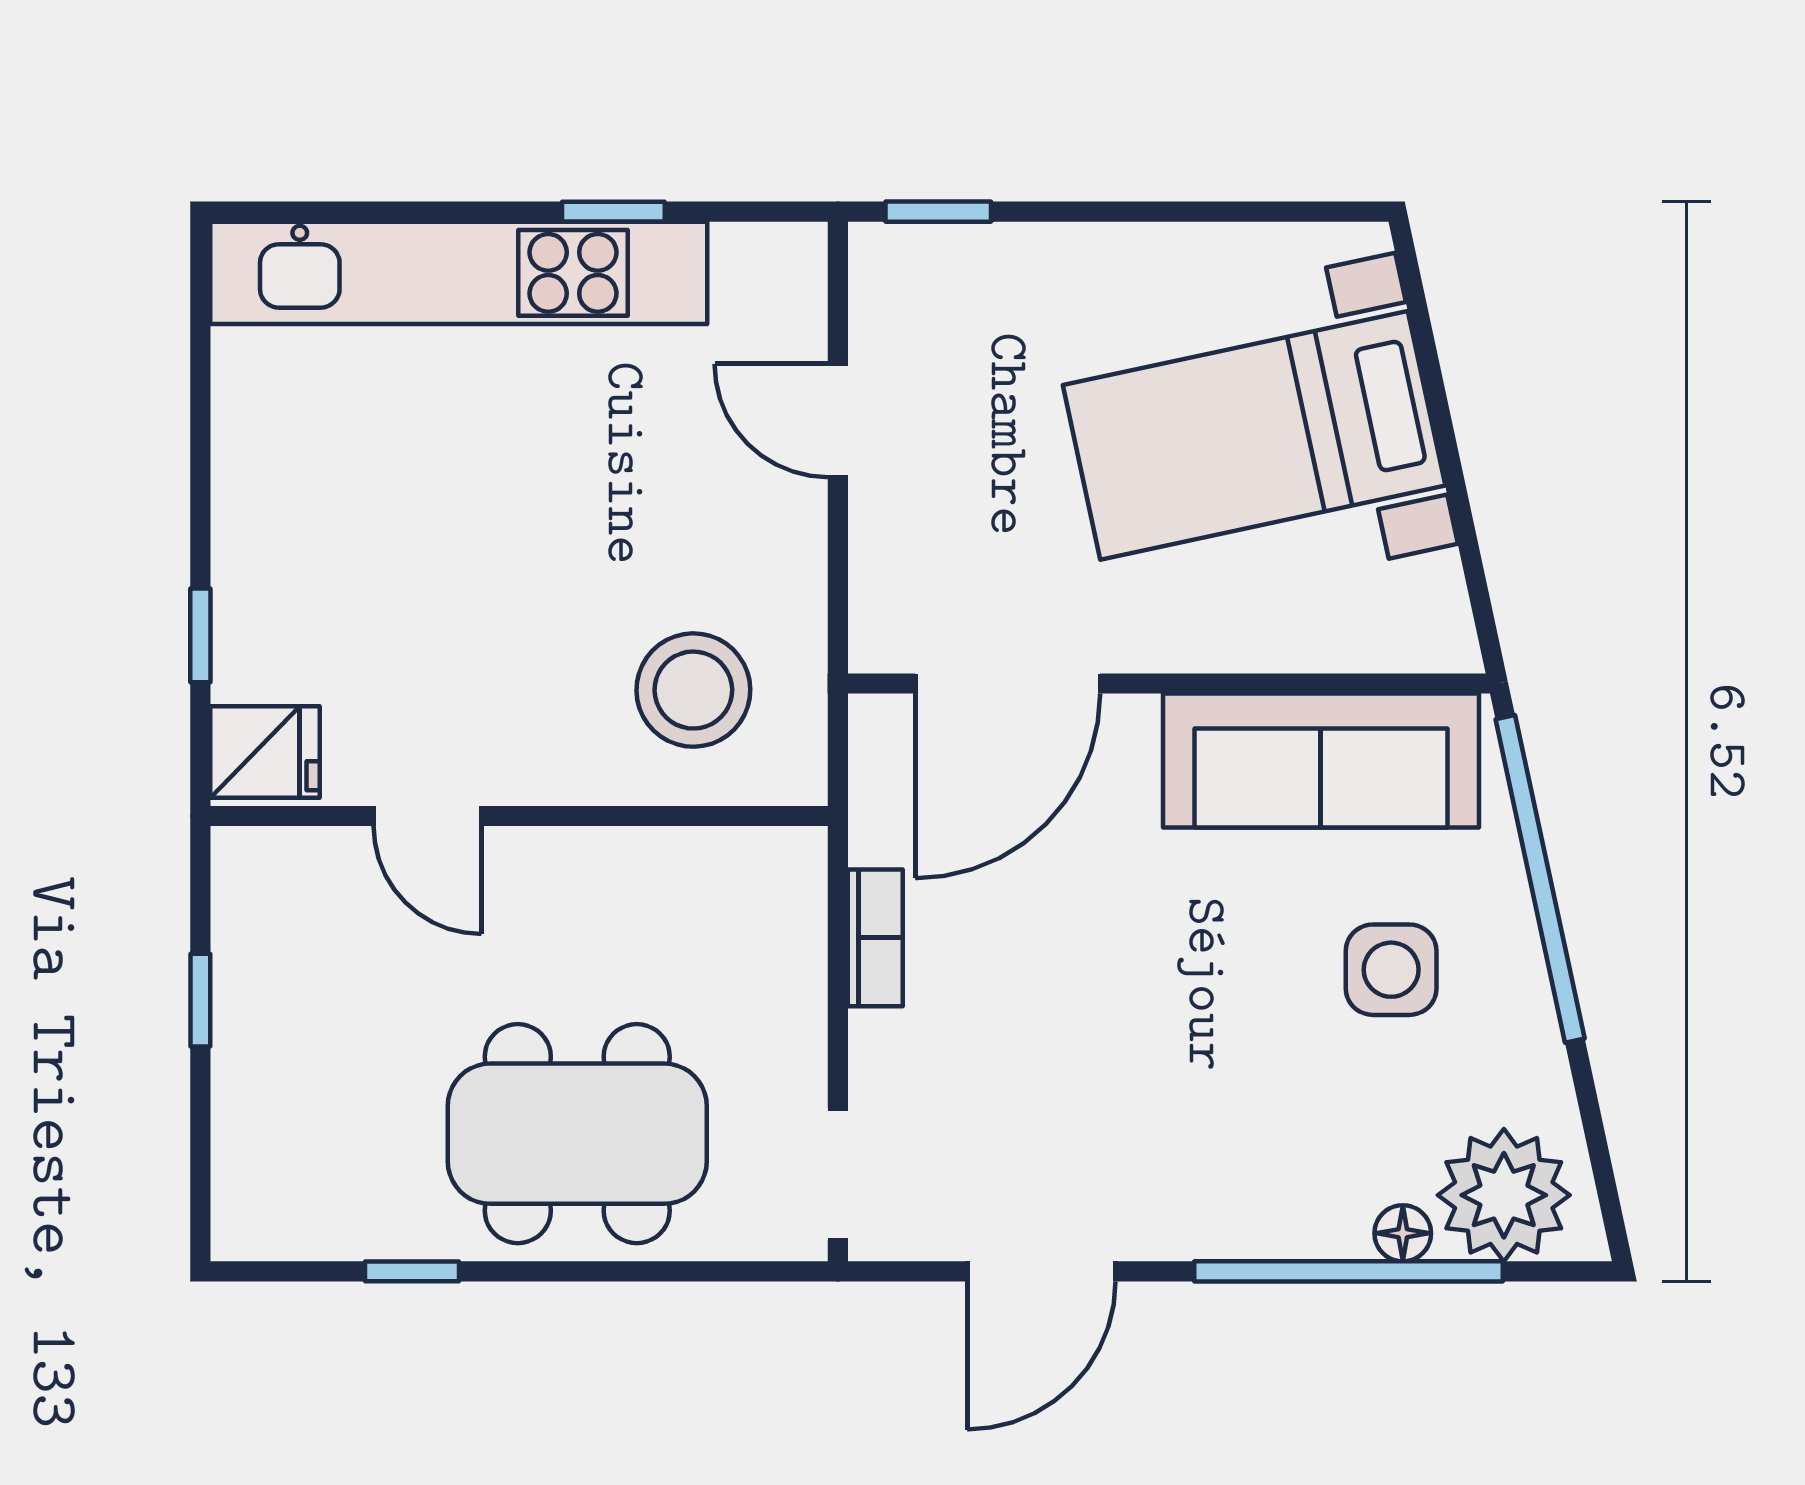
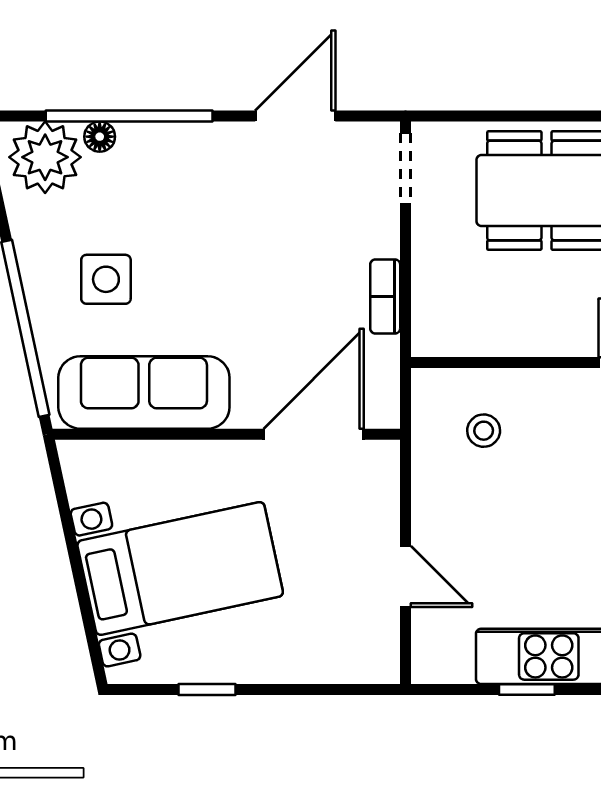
window: (938, 212) -> (207, 690), moved
stool: (693, 690) -> (484, 431), width x0.53, depth x0.53

